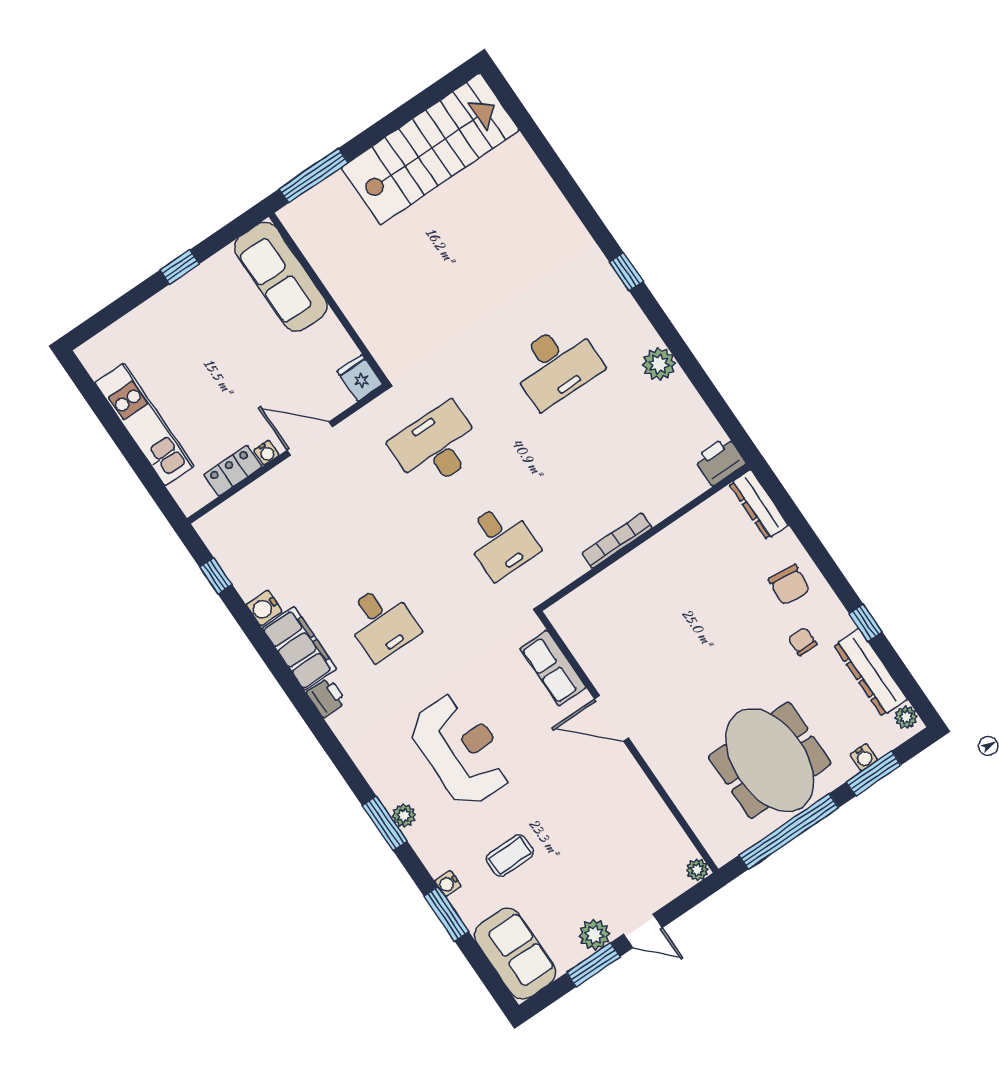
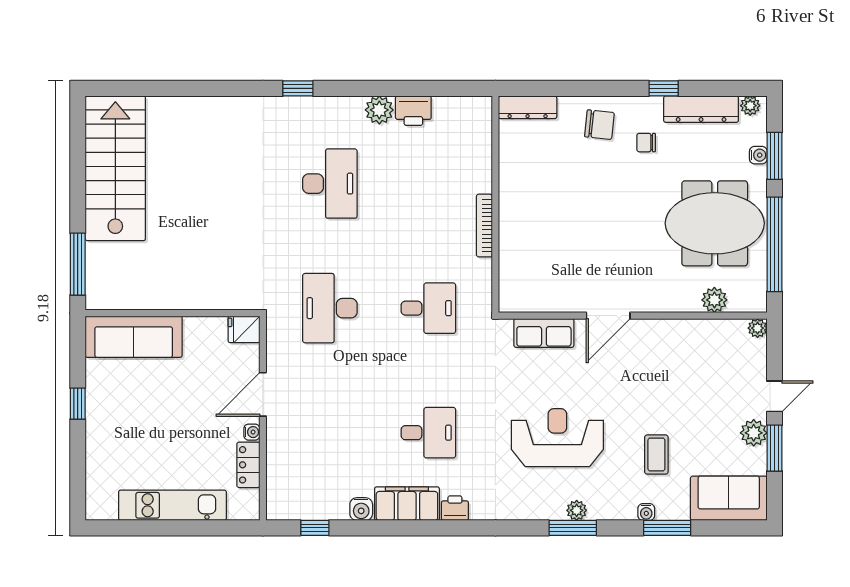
printer: (720, 461) -> (413, 111), moved, turned -90
plant: (696, 810) -> (714, 300), added

